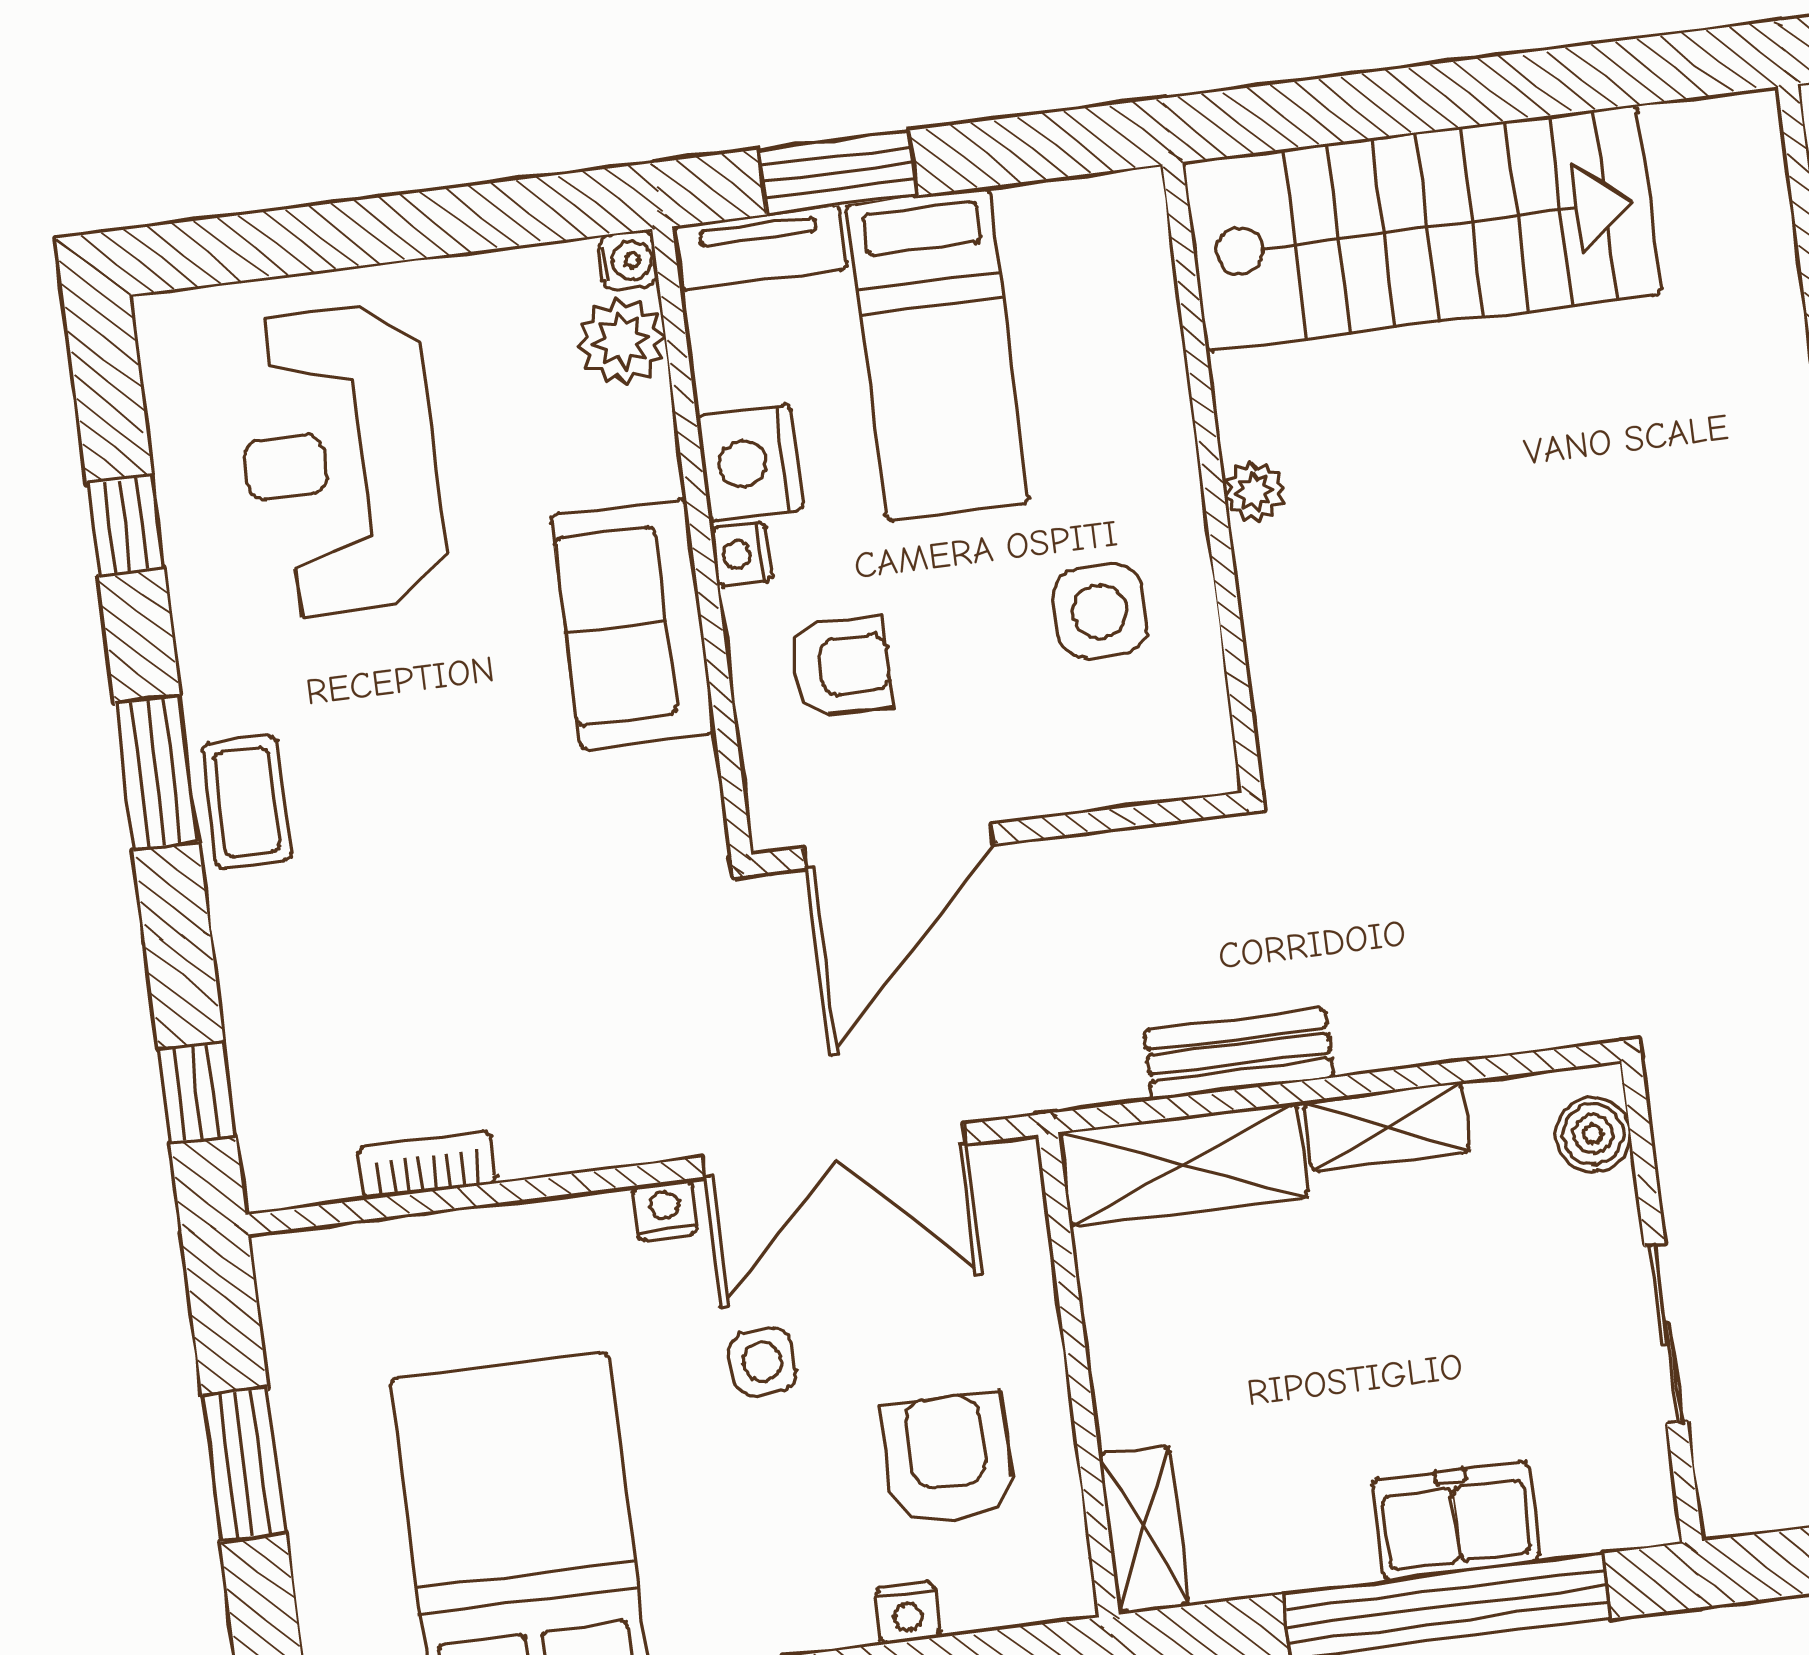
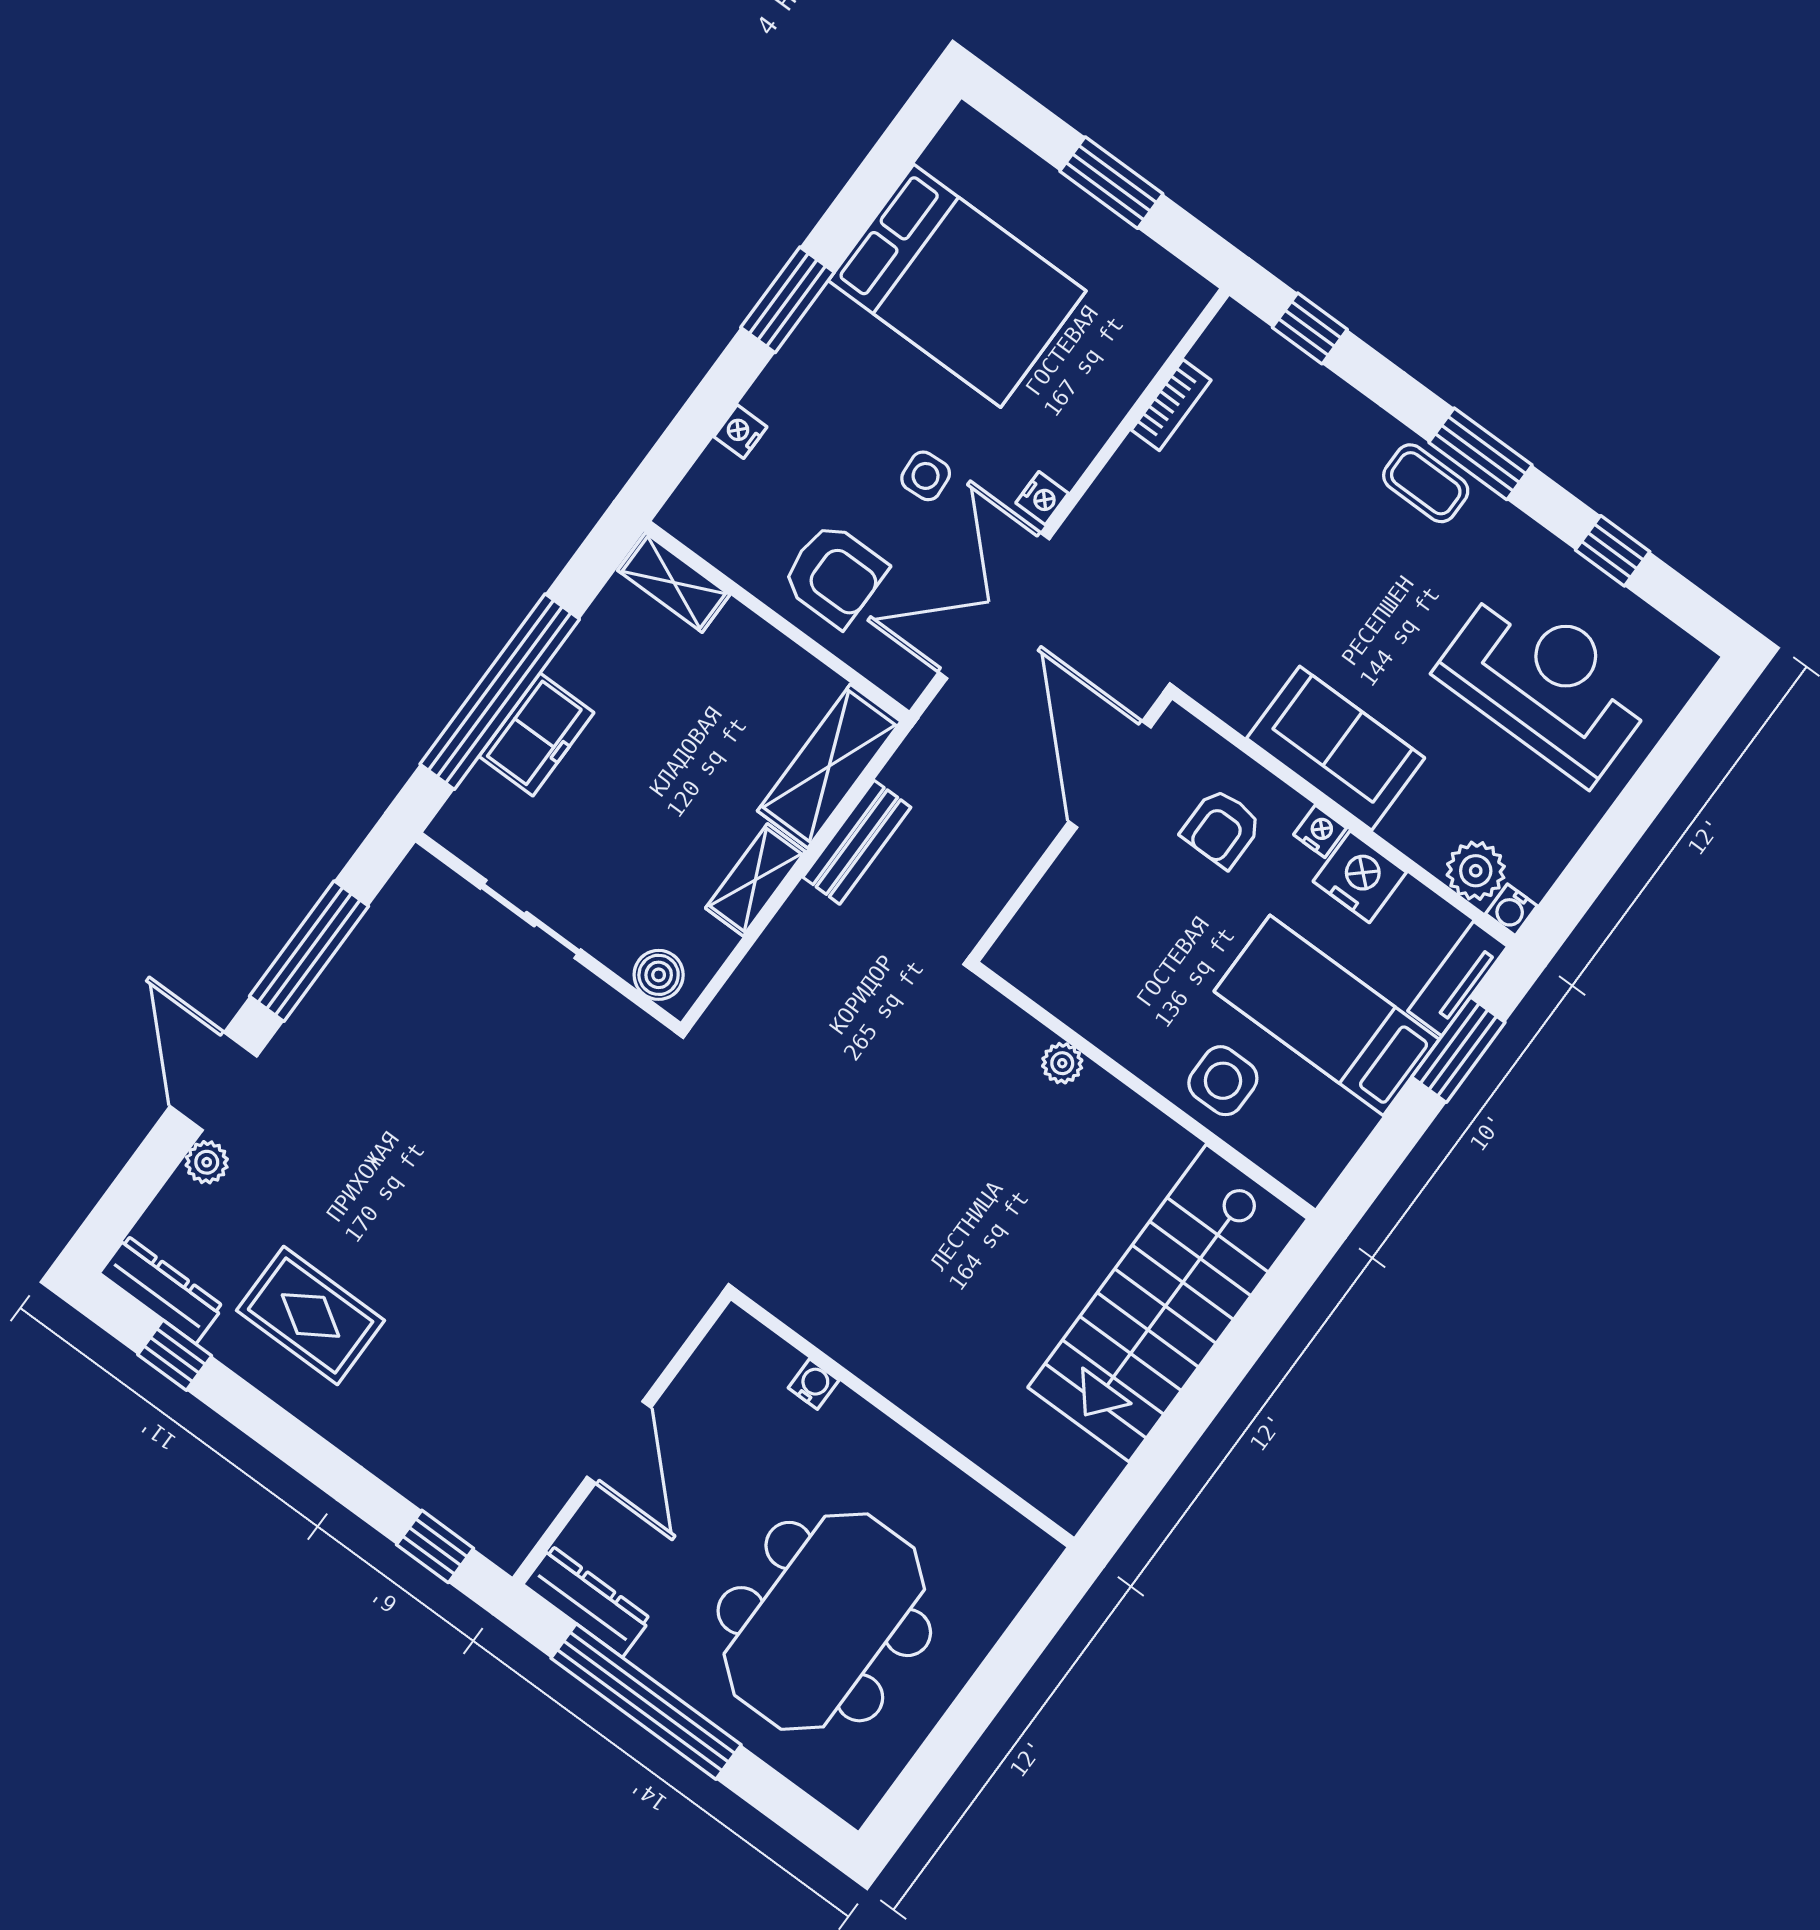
plant: (1254, 492) -> (1062, 1063), moved
side table: (1100, 611) -> (1223, 1081), moved
armchair: (948, 1459) -> (834, 575), moved

